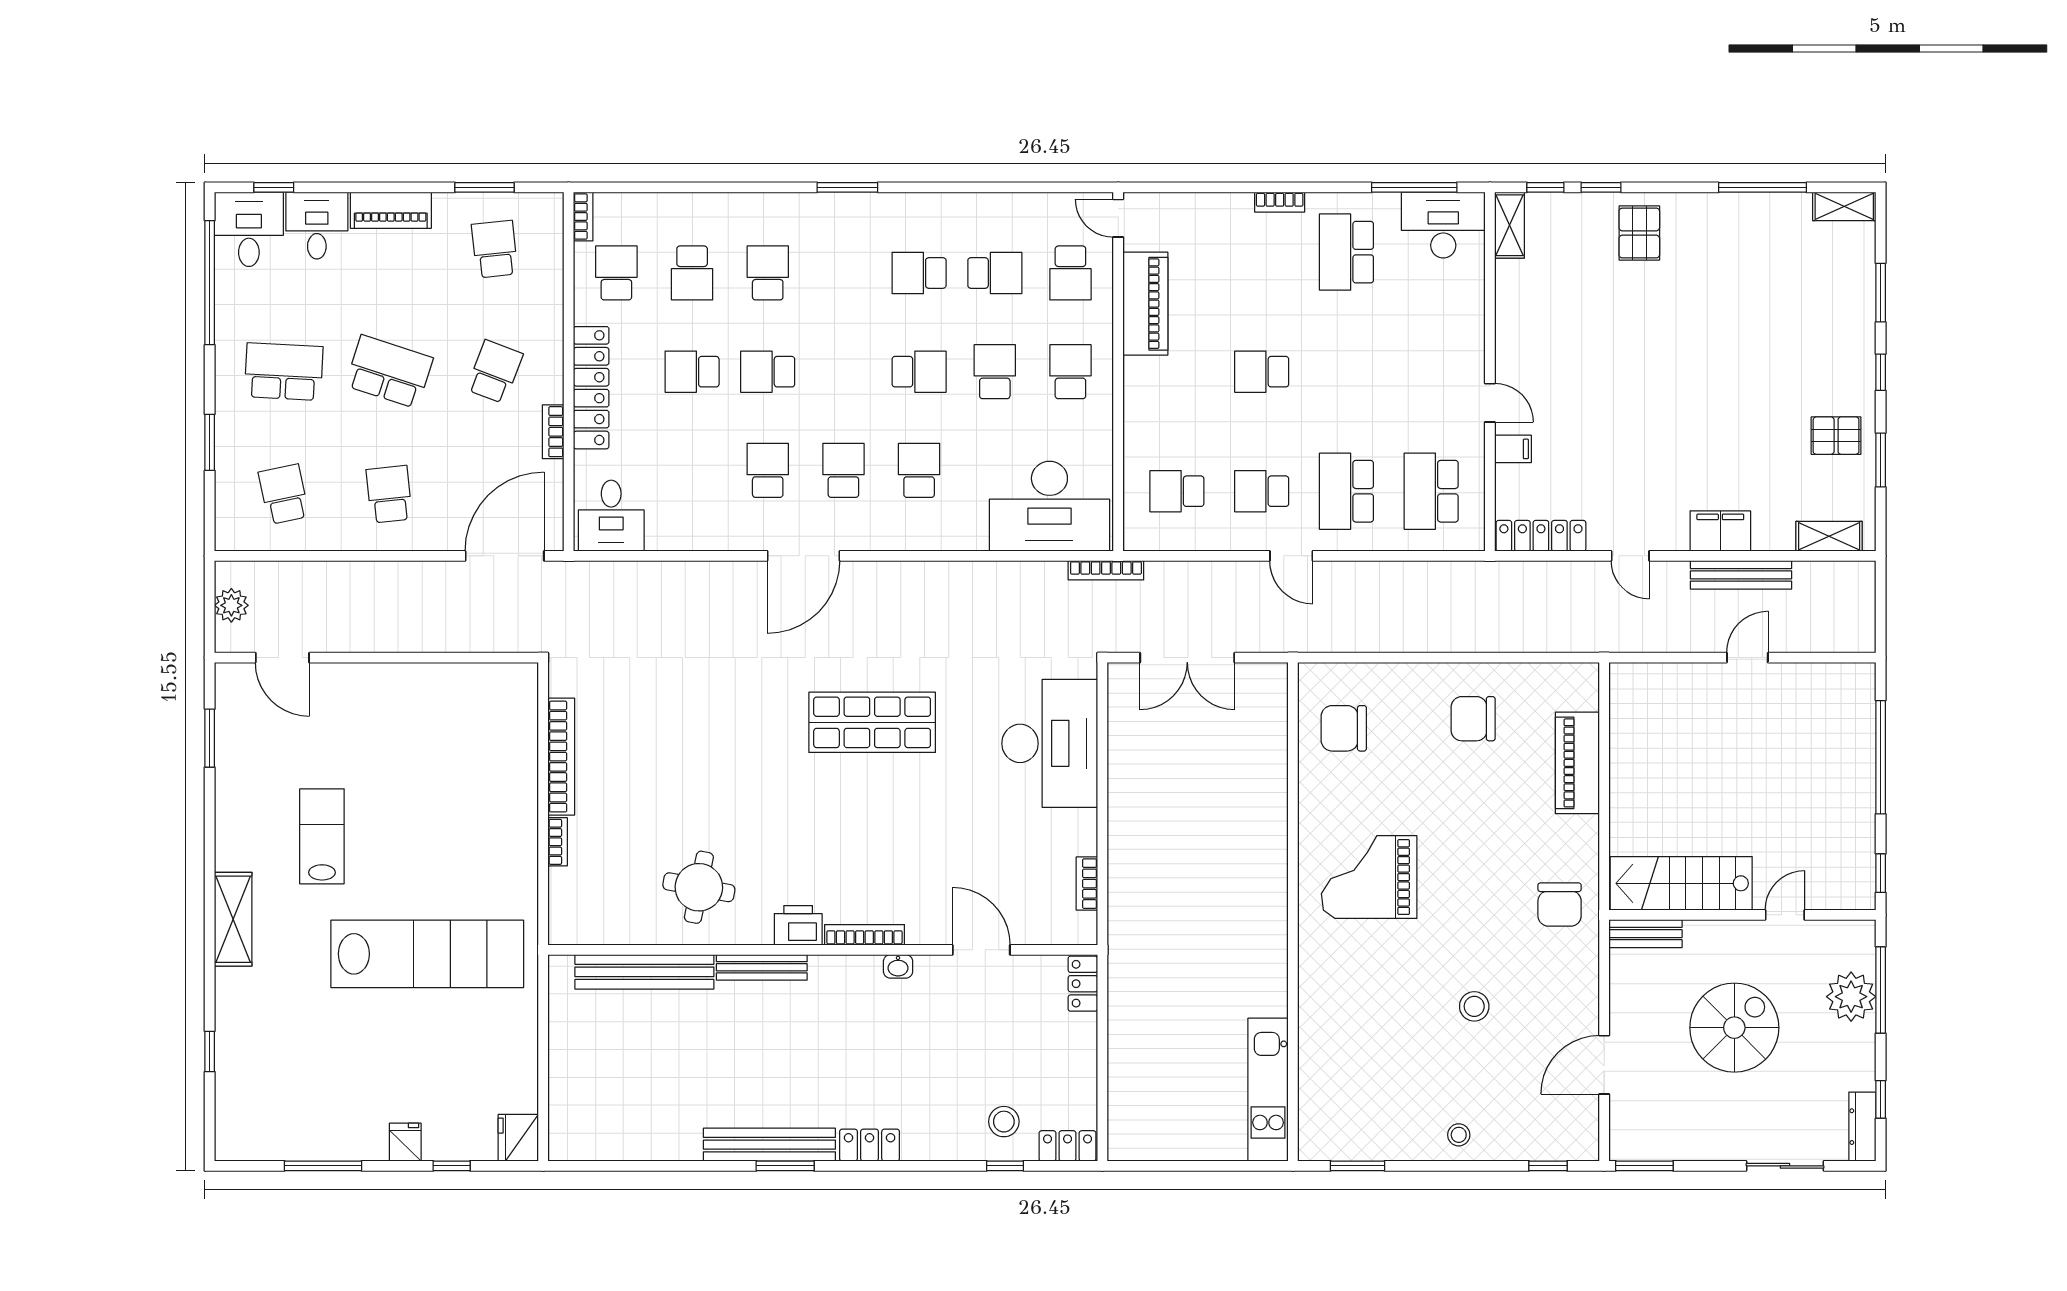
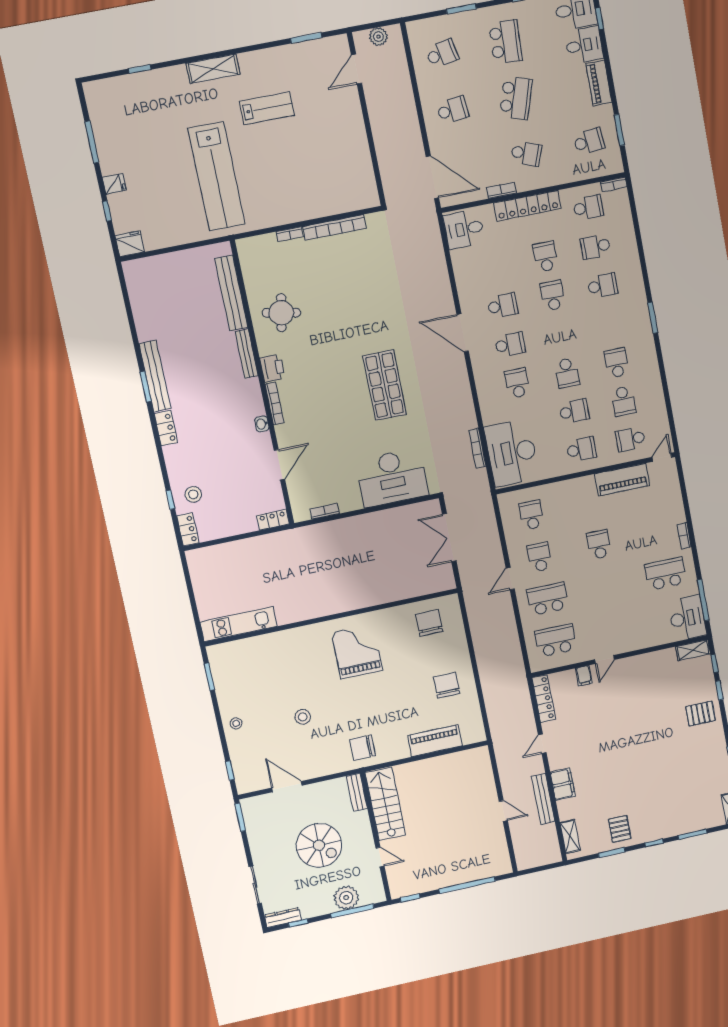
school desk: (919, 470) -> (517, 383), turned -90
bookcase: (1106, 570) -> (477, 448), moved

